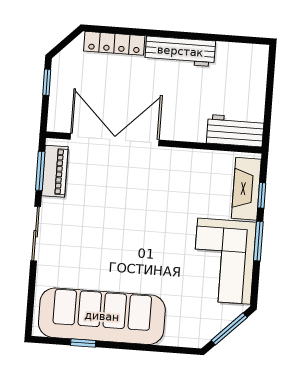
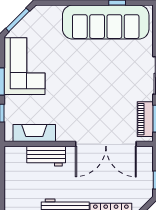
workbench: (235, 131) -> (46, 156), moved
fireplace: (246, 189) -> (34, 133), moved, turned -90

